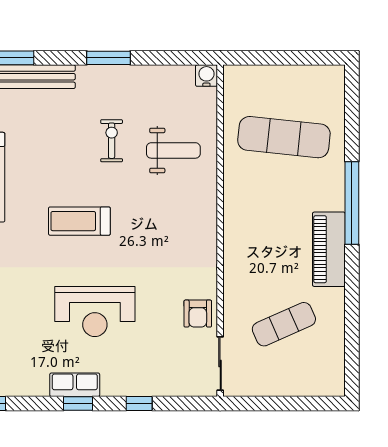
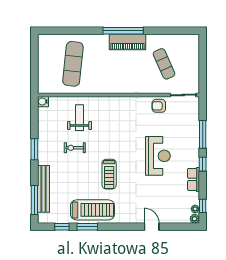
window: (352, 203) -> (123, 31), moved
treadmill: (79, 221) -> (109, 174), moved
armchair: (198, 314) -> (159, 106), turned 180
row of seats: (75, 385) -> (193, 179), moved
window: (139, 403) -> (203, 134), width x2.17

